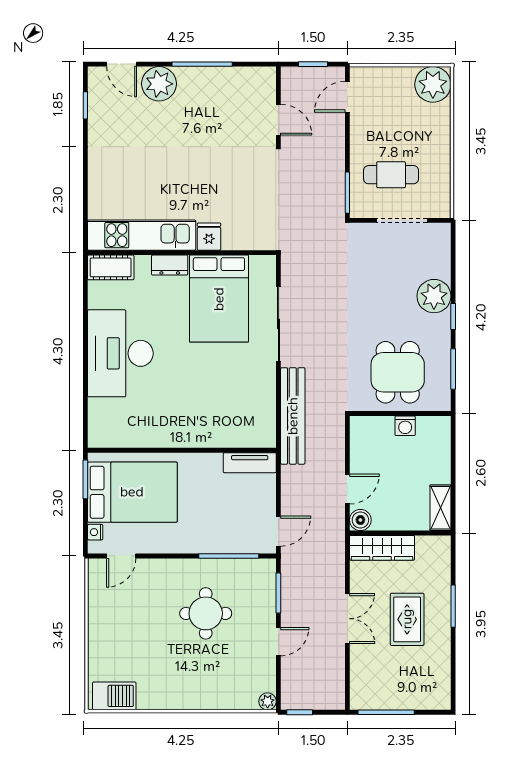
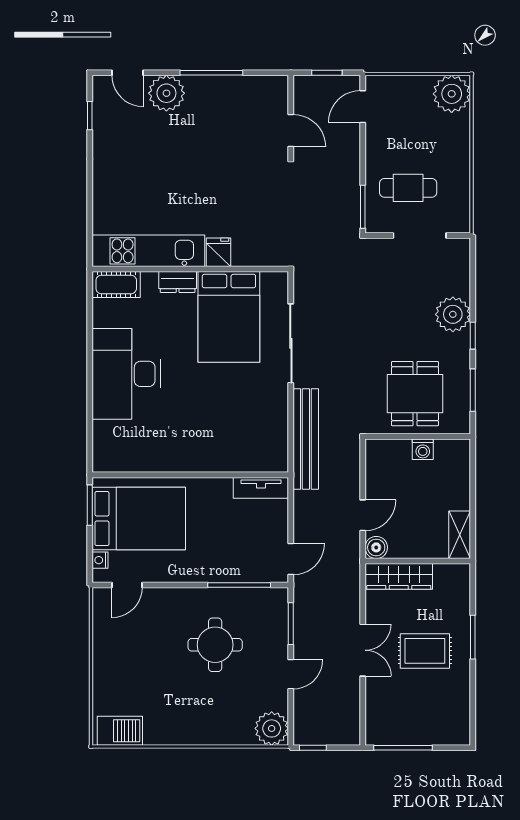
rug: (407, 619) -> (425, 651), turned 90
plant: (268, 701) -> (272, 728), width x1.87, depth x1.87

